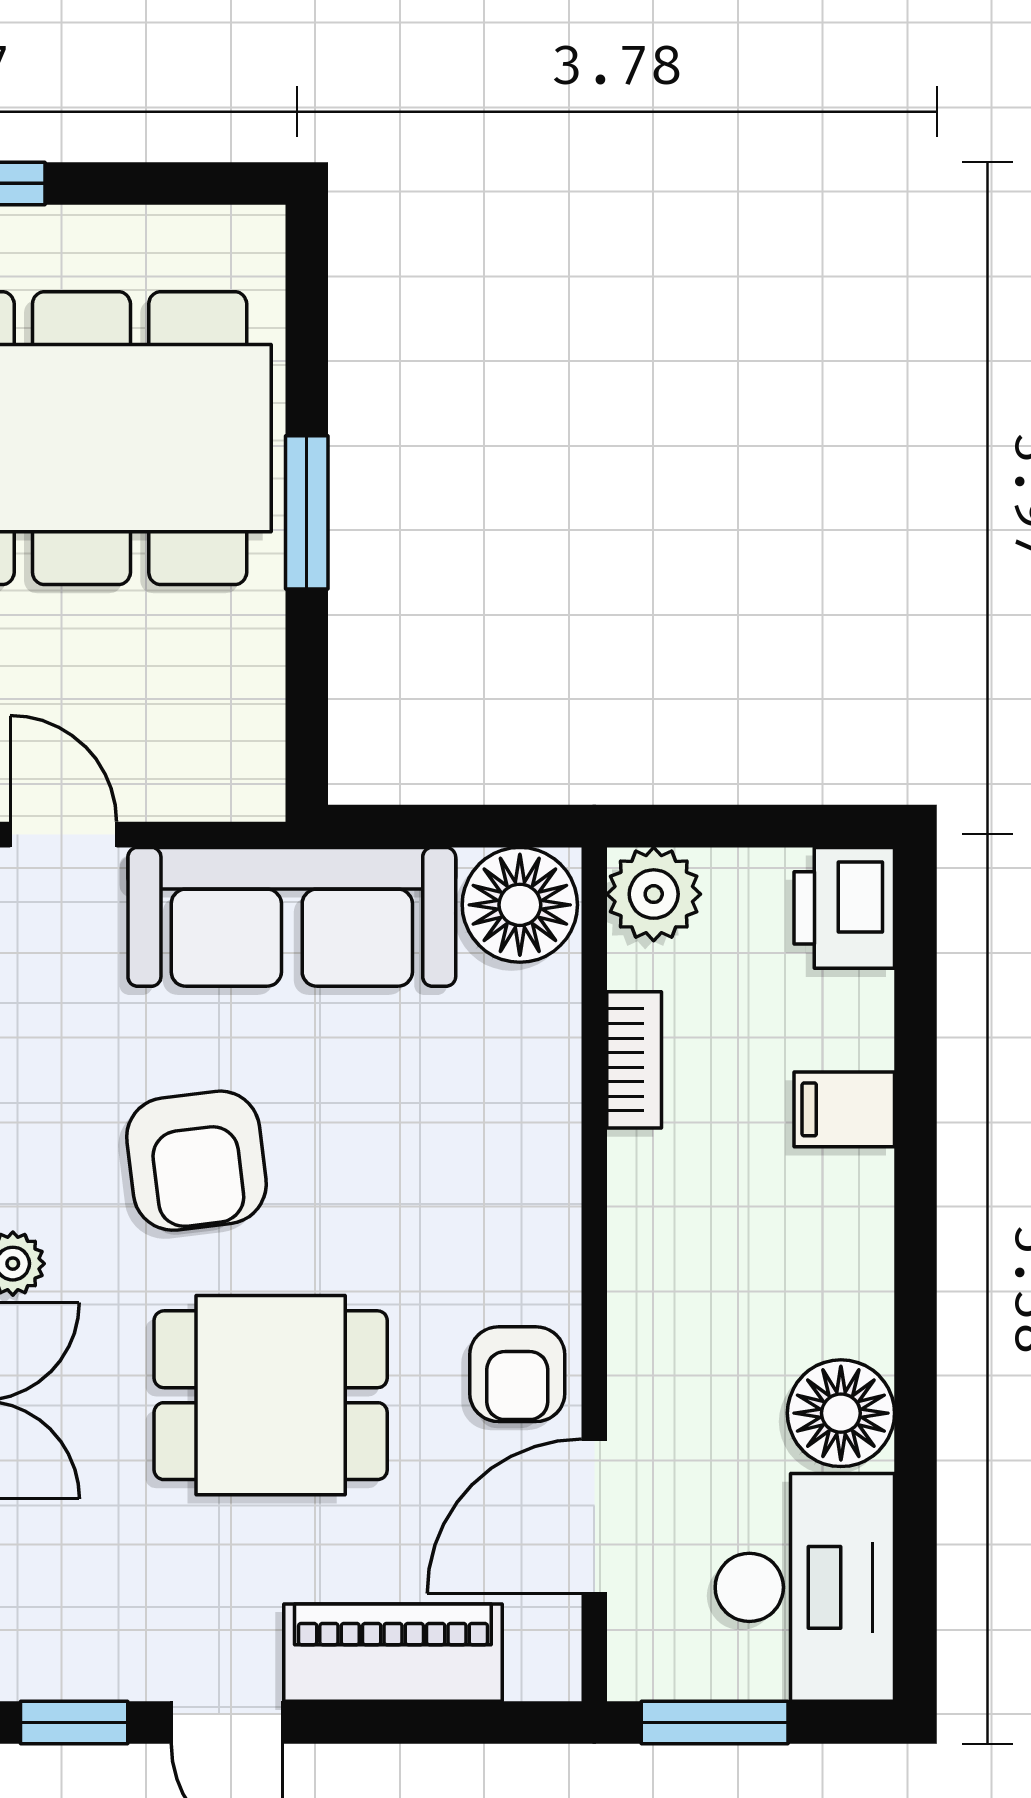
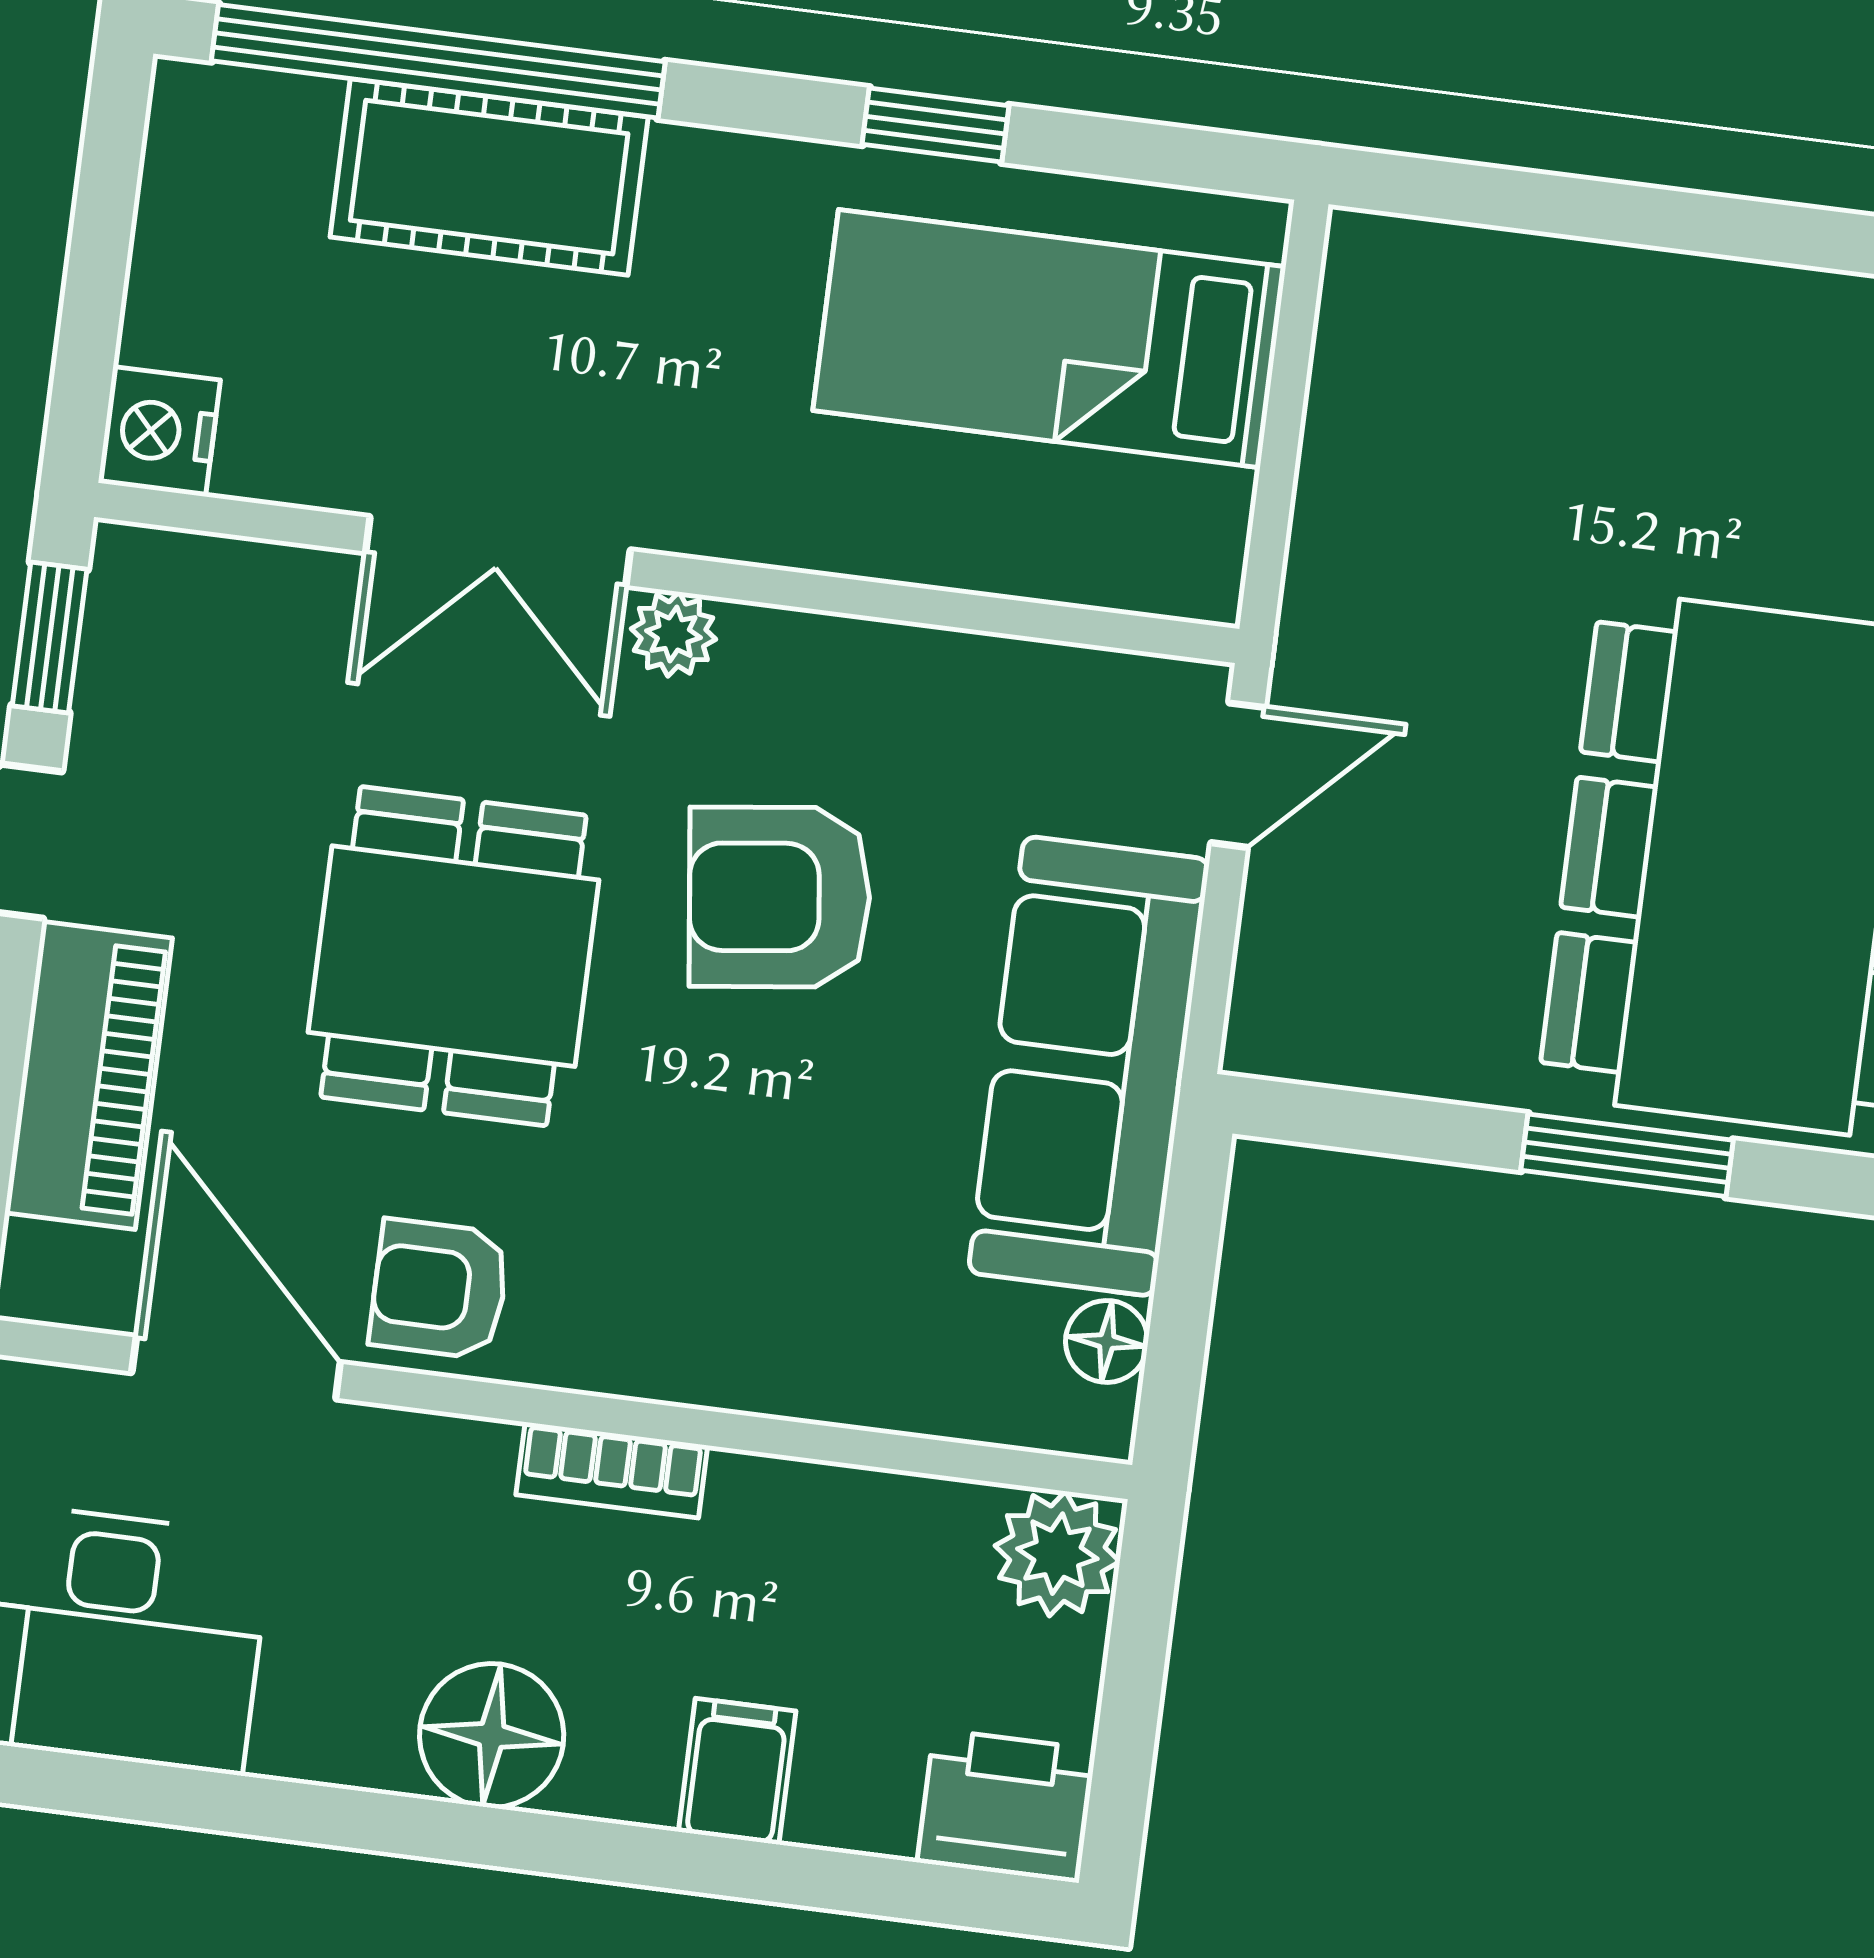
floor lamp: (520, 905) -> (1107, 1341), width x0.53, depth x0.53
bookcase: (634, 1060) -> (612, 1470), moved
floor lamp: (841, 1413) -> (492, 1735), moved

